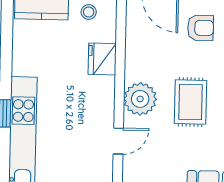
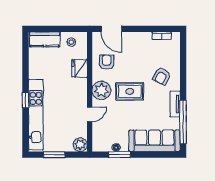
armchair: (201, 28) -> (107, 62), moved, turned -90
rug: (190, 102) -> (130, 91), turned 90

